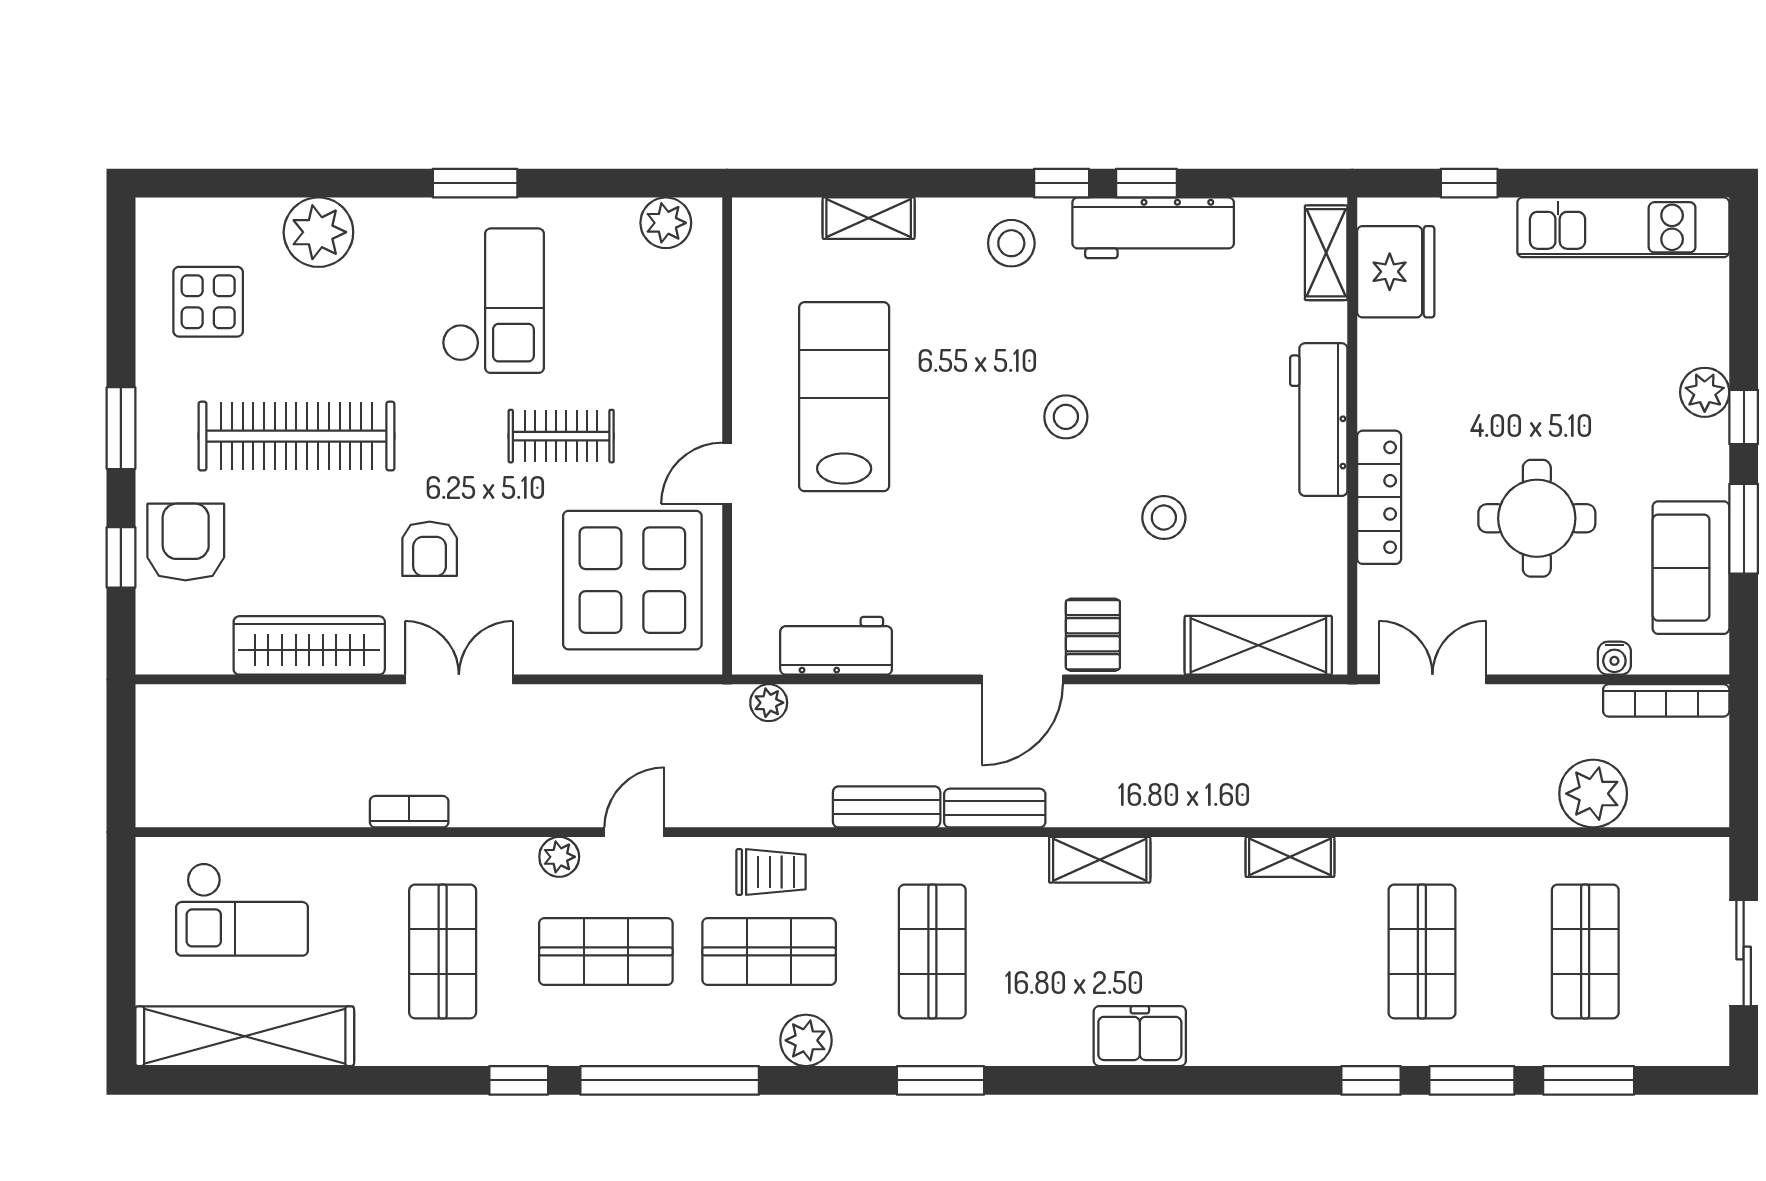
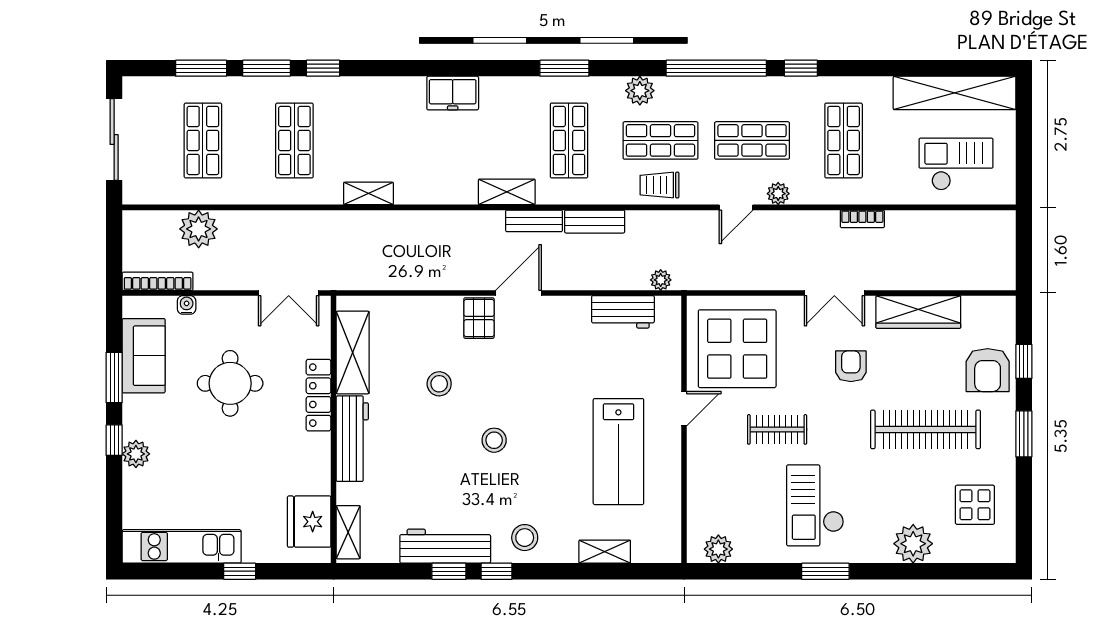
window: (1469, 183) -> (240, 571), moved
shelving: (1258, 645) -> (353, 352), moved, turned 90
shelving: (1100, 860) -> (507, 192), moved
sliding door: (1744, 953) -> (114, 140), width x1.37

